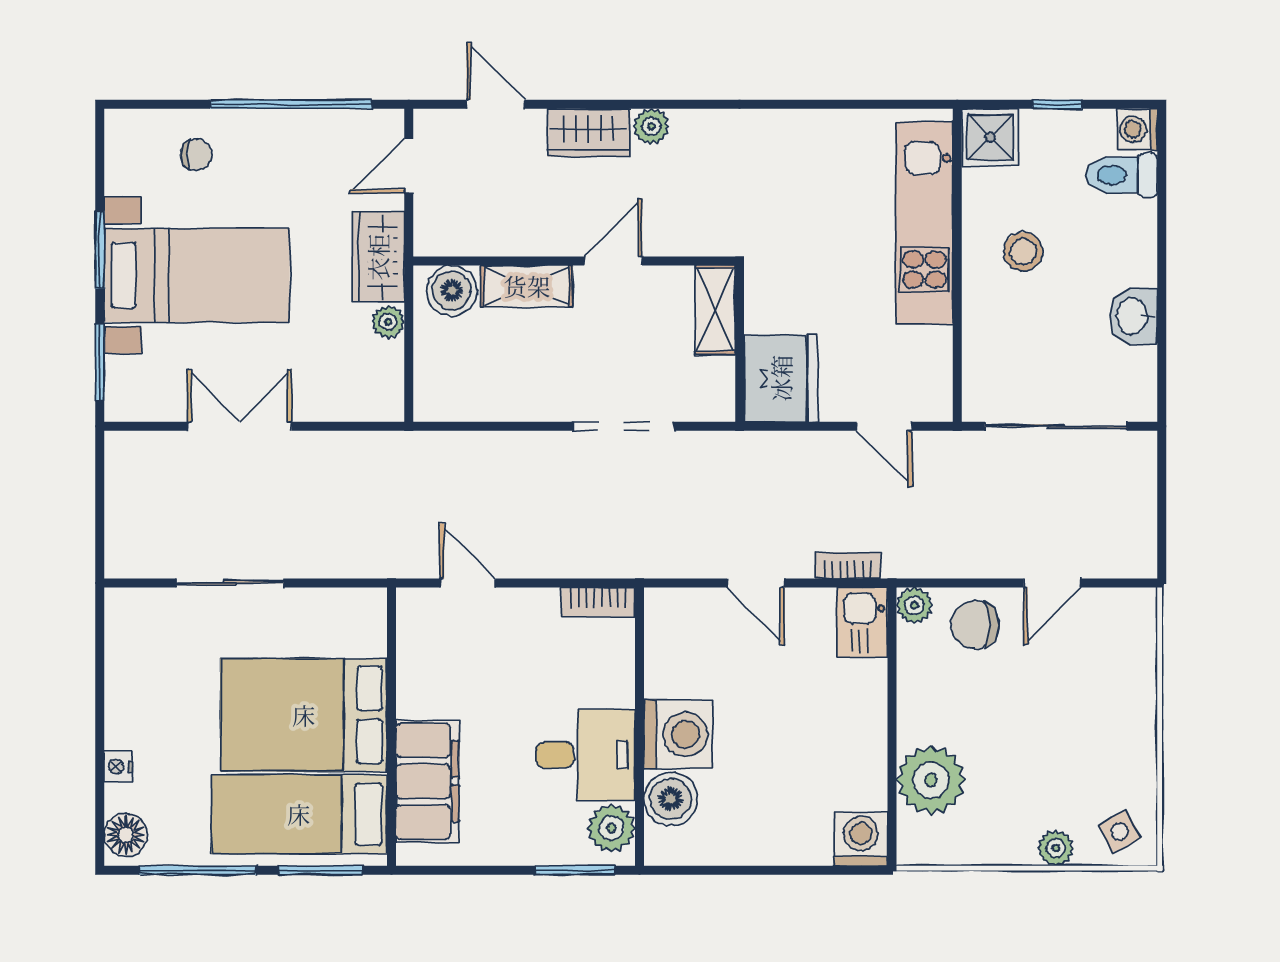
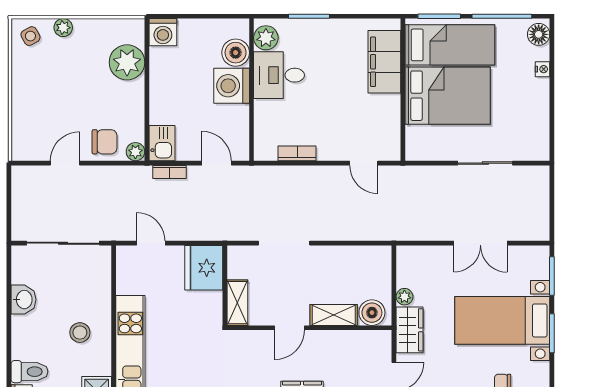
wall: (640, 727) -> (251, 90), moved
washing machine: (678, 734) -> (232, 86), moved
desk: (586, 755) -> (279, 75), moved
boiler: (671, 799) -> (236, 53), moved
plant: (611, 828) -> (266, 38), moved

